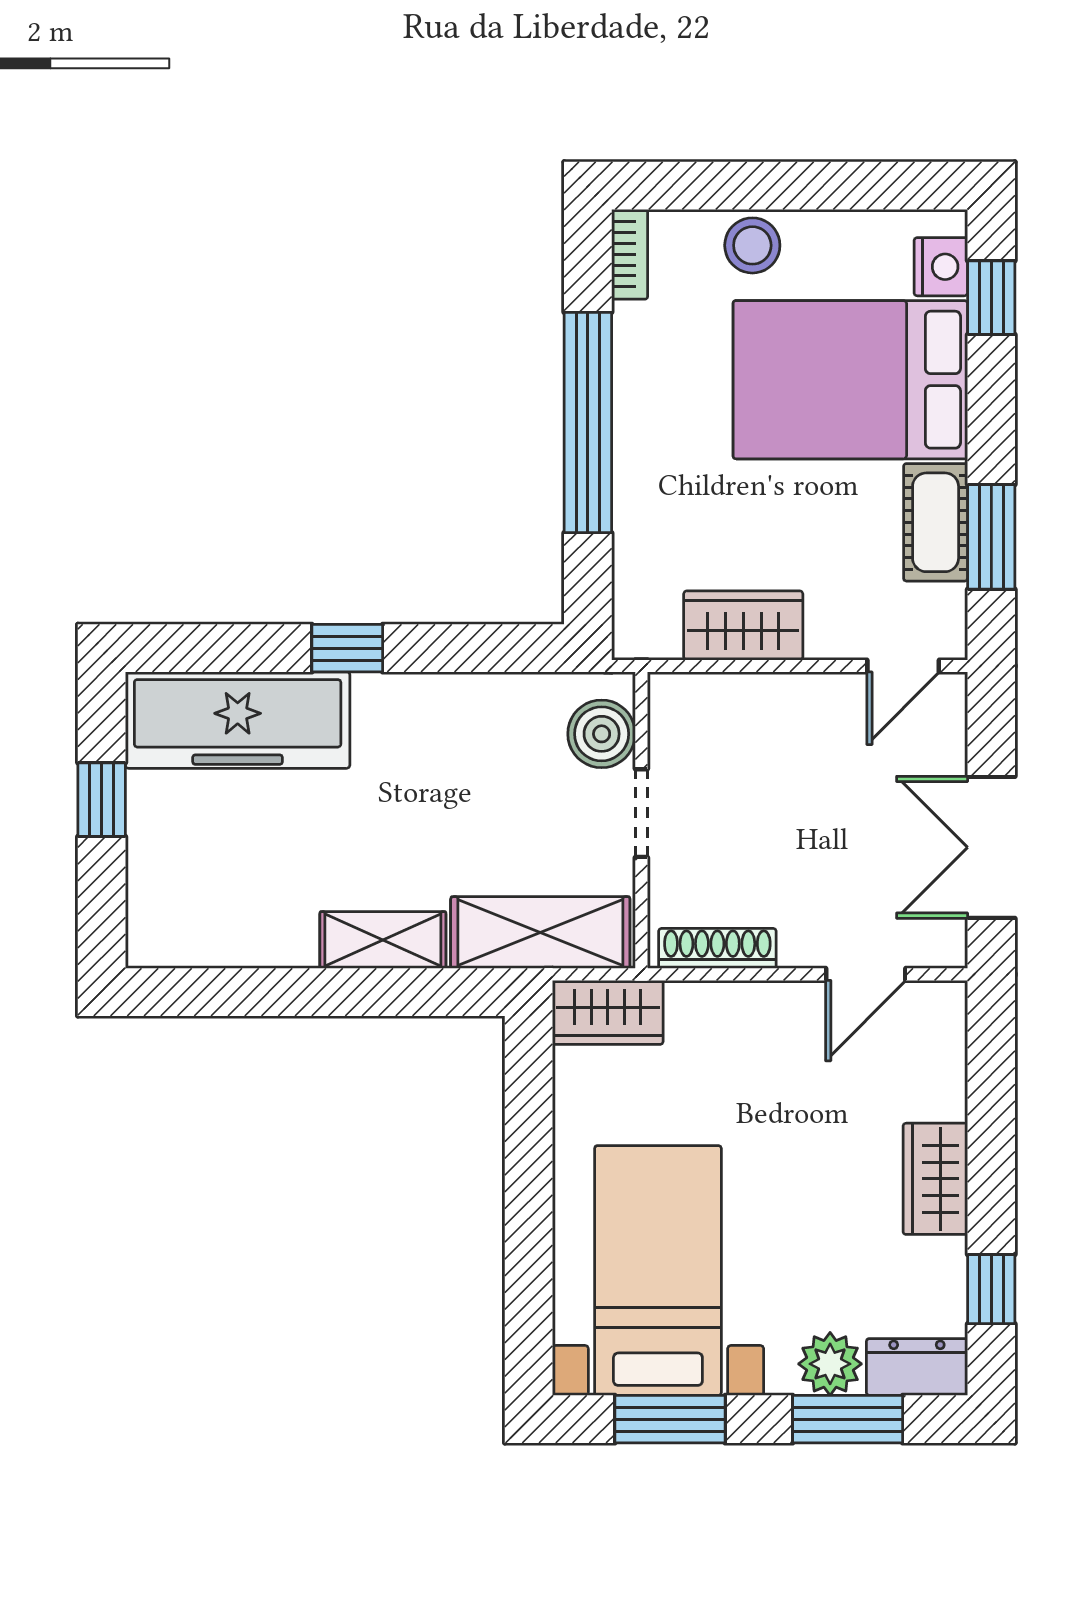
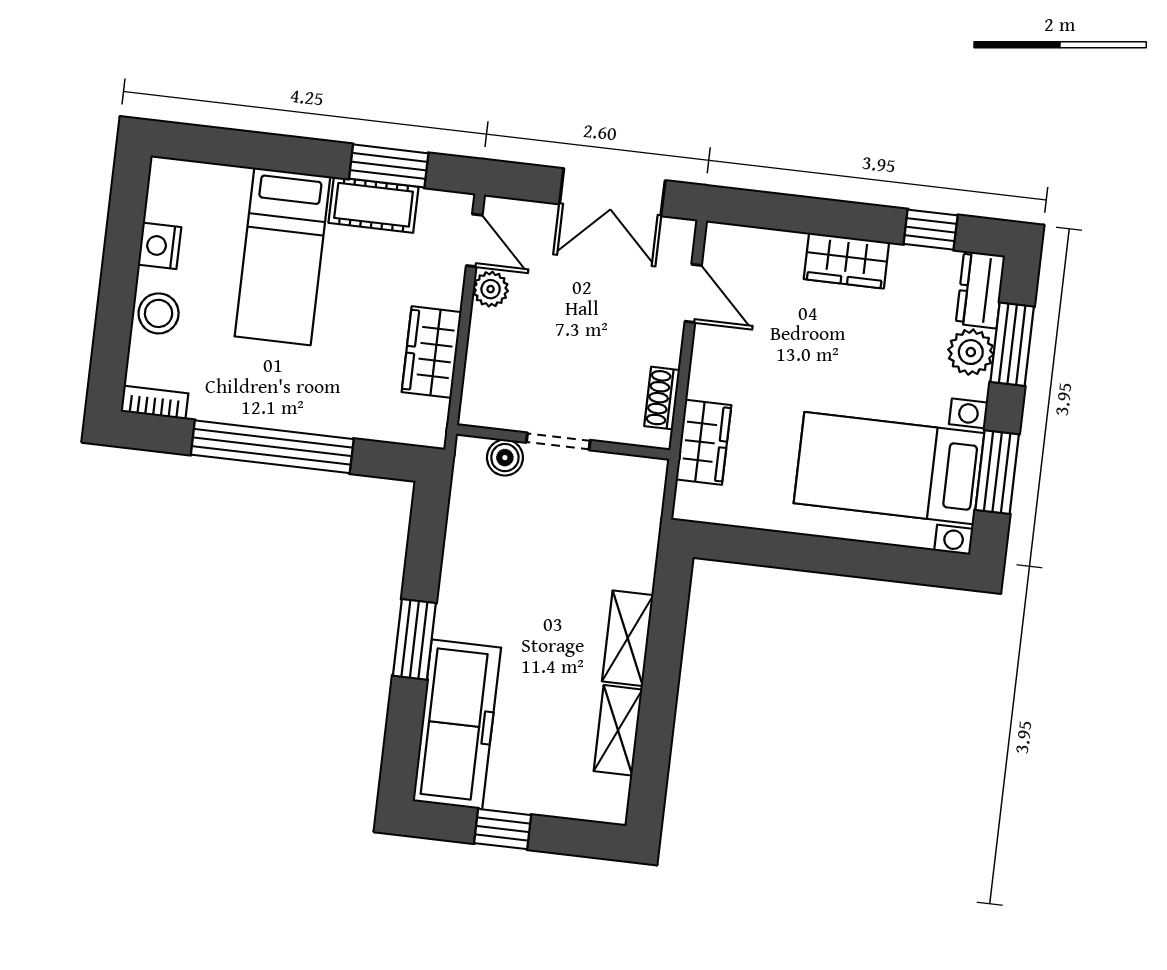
nightstand: (941, 267) -> (160, 246), moved, turned -90
window: (991, 298) -> (216, 146), removed
bed: (850, 380) -> (283, 256), width x0.67
window: (347, 648) -> (414, 639), width x1.50
plant: (839, 696) -> (491, 289), added
boiler: (602, 734) -> (505, 458), width x0.73, depth x0.73
shelving: (540, 933) -> (618, 730), moved, width x0.67, depth x0.75
shoe rack: (717, 948) -> (662, 398), width x0.70
wardrobe: (608, 1012) -> (704, 442), moved

